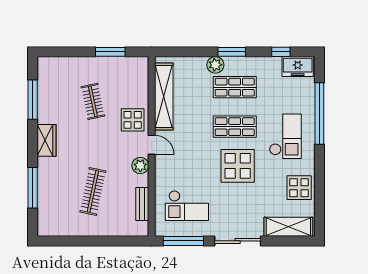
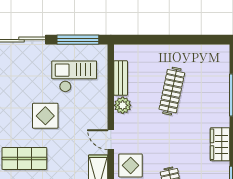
plant: (140, 166) -> (123, 105), moved
display table: (238, 166) -> (45, 116), moved, width x0.73, depth x0.73

